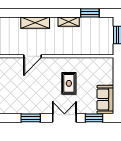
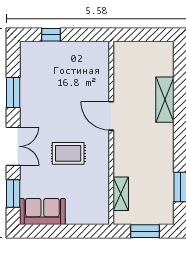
shelving: (69, 22) -> (121, 194), moved
door: (33, 56) -> (111, 116), moved

